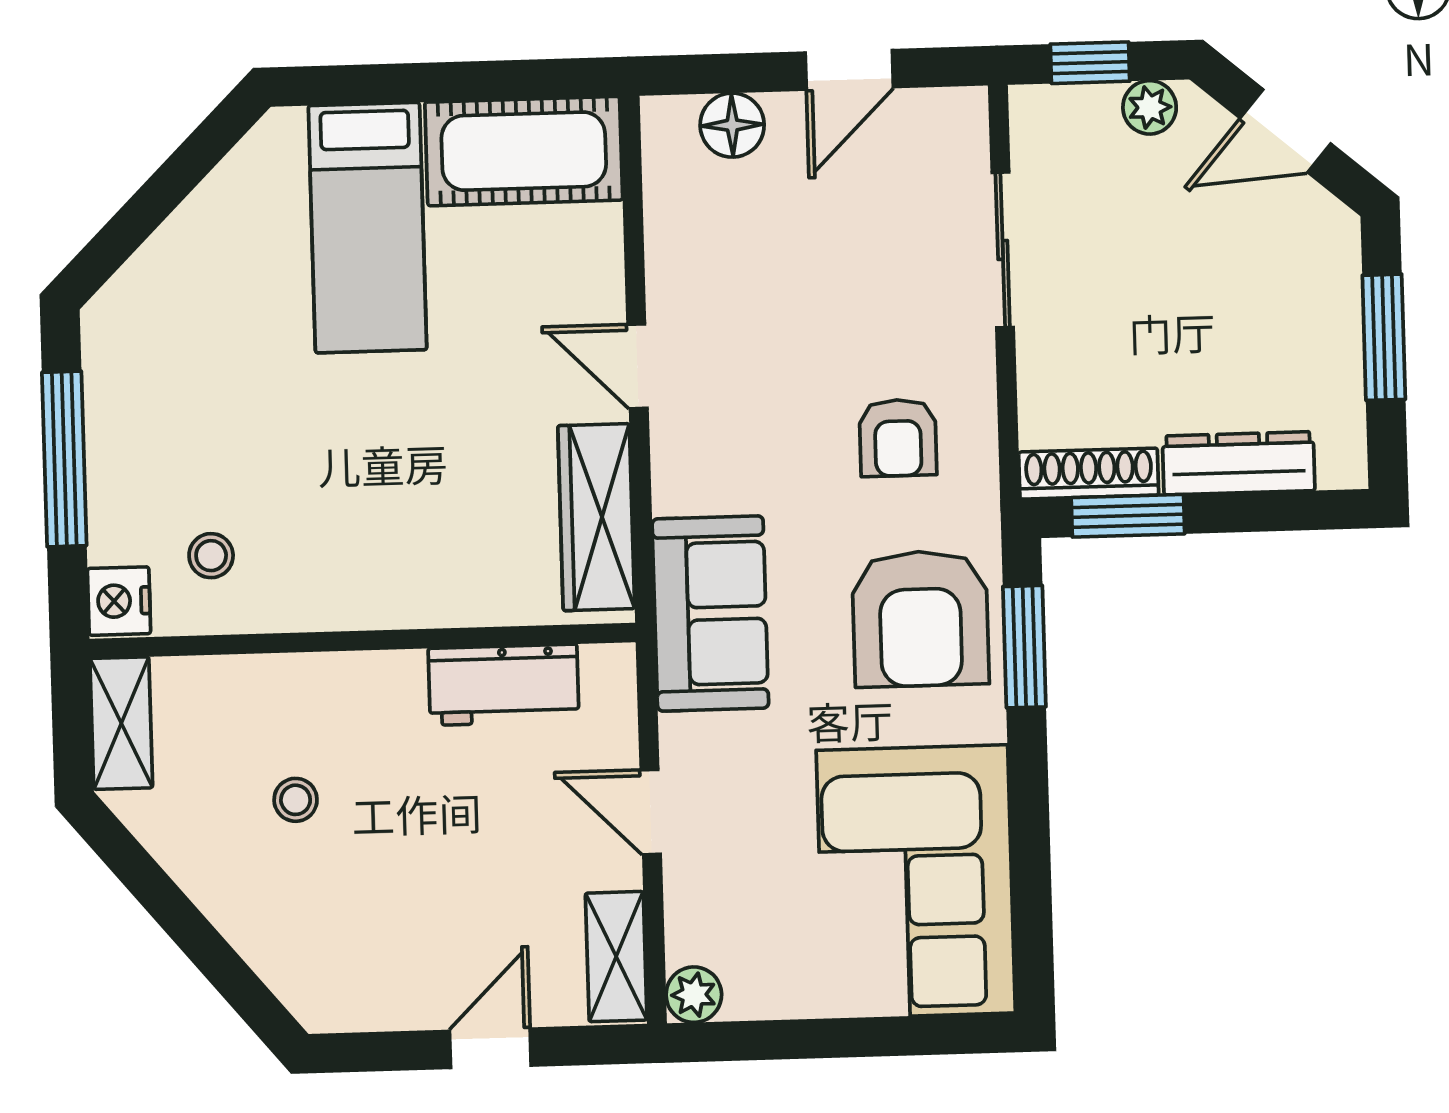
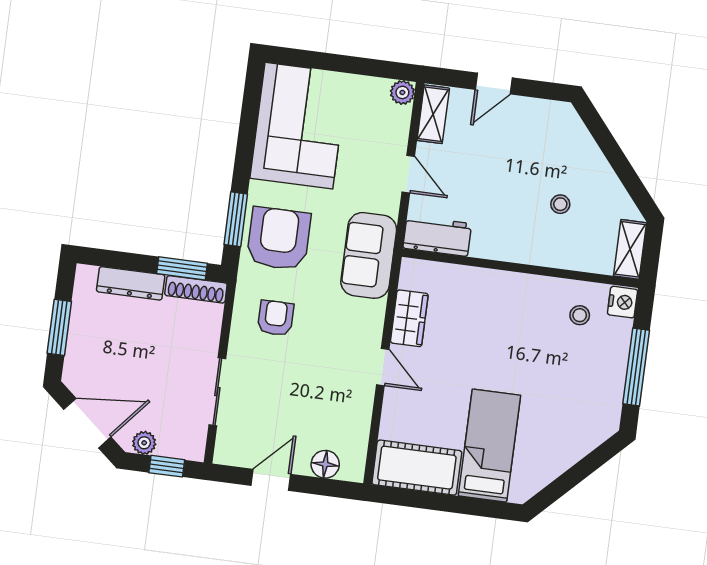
door: (1285, 131) -> (87, 423), width x1.38
wardrobe: (596, 517) -> (409, 318), width x0.67
workbench: (504, 685) -> (437, 236), moved

